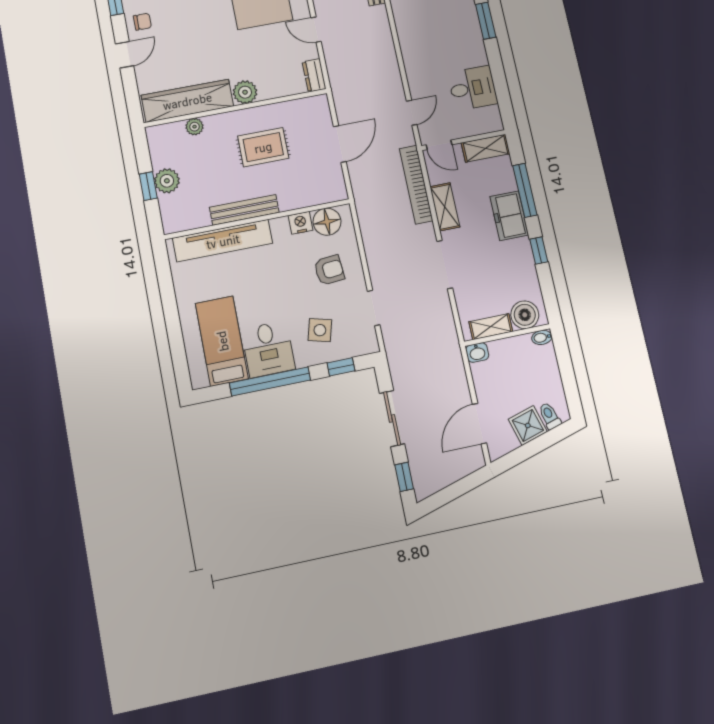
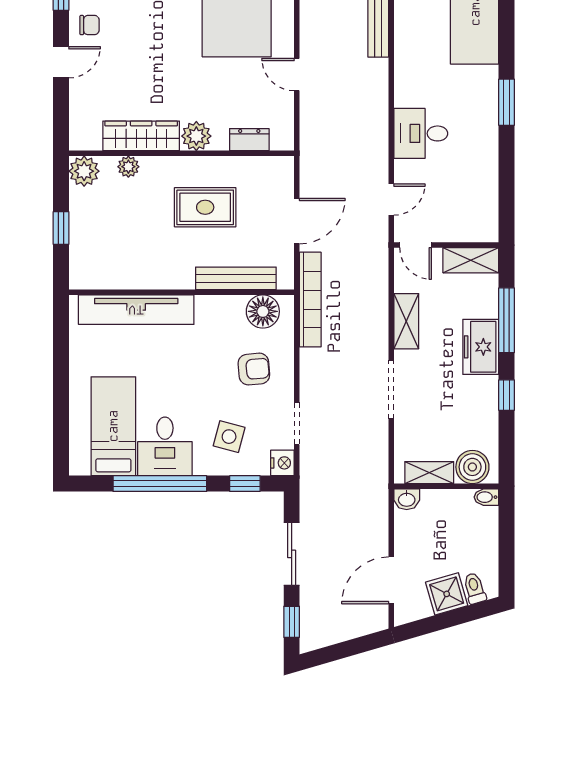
dresser: (314, 75) -> (249, 140), moved, turned 90
desk: (473, 88) -> (421, 133), moved, turned 180
wardrobe: (187, 101) -> (141, 136), width x0.71, depth x0.85
plant: (167, 181) -> (84, 171), moved
bookcase: (416, 185) -> (310, 300), moved, turned 180
bench: (244, 210) -> (236, 278), moved
nightstand: (300, 223) -> (282, 463), moved, turned 90

